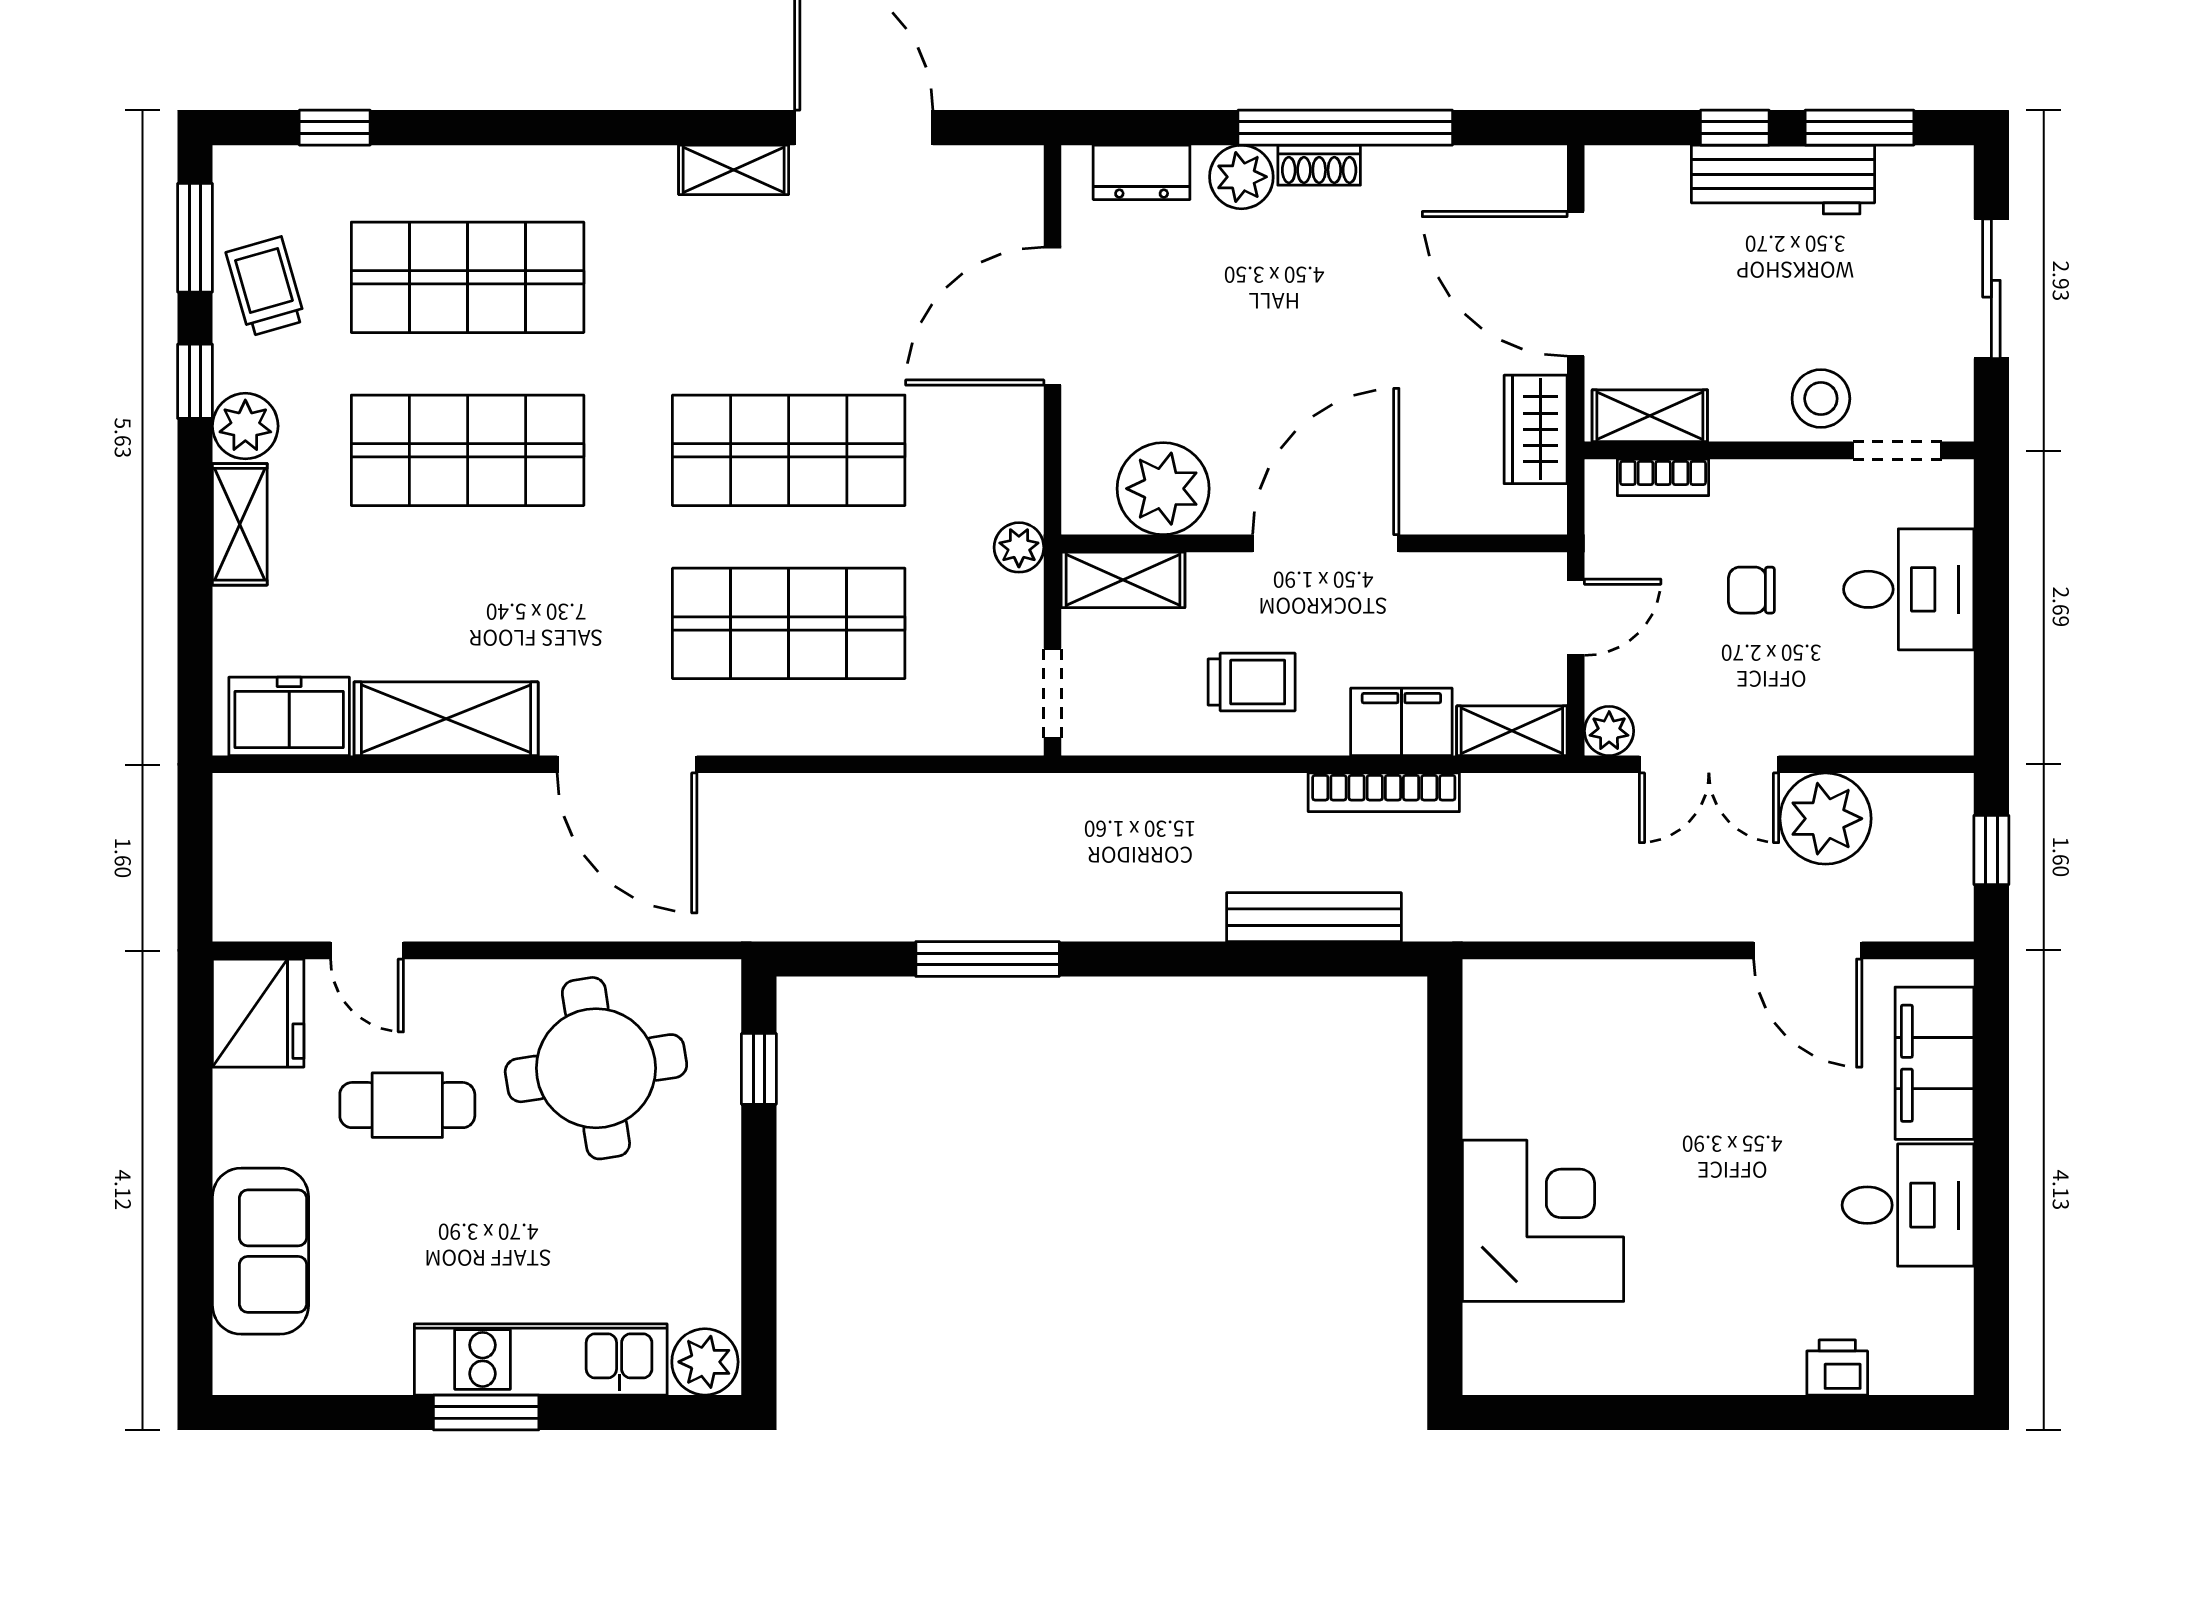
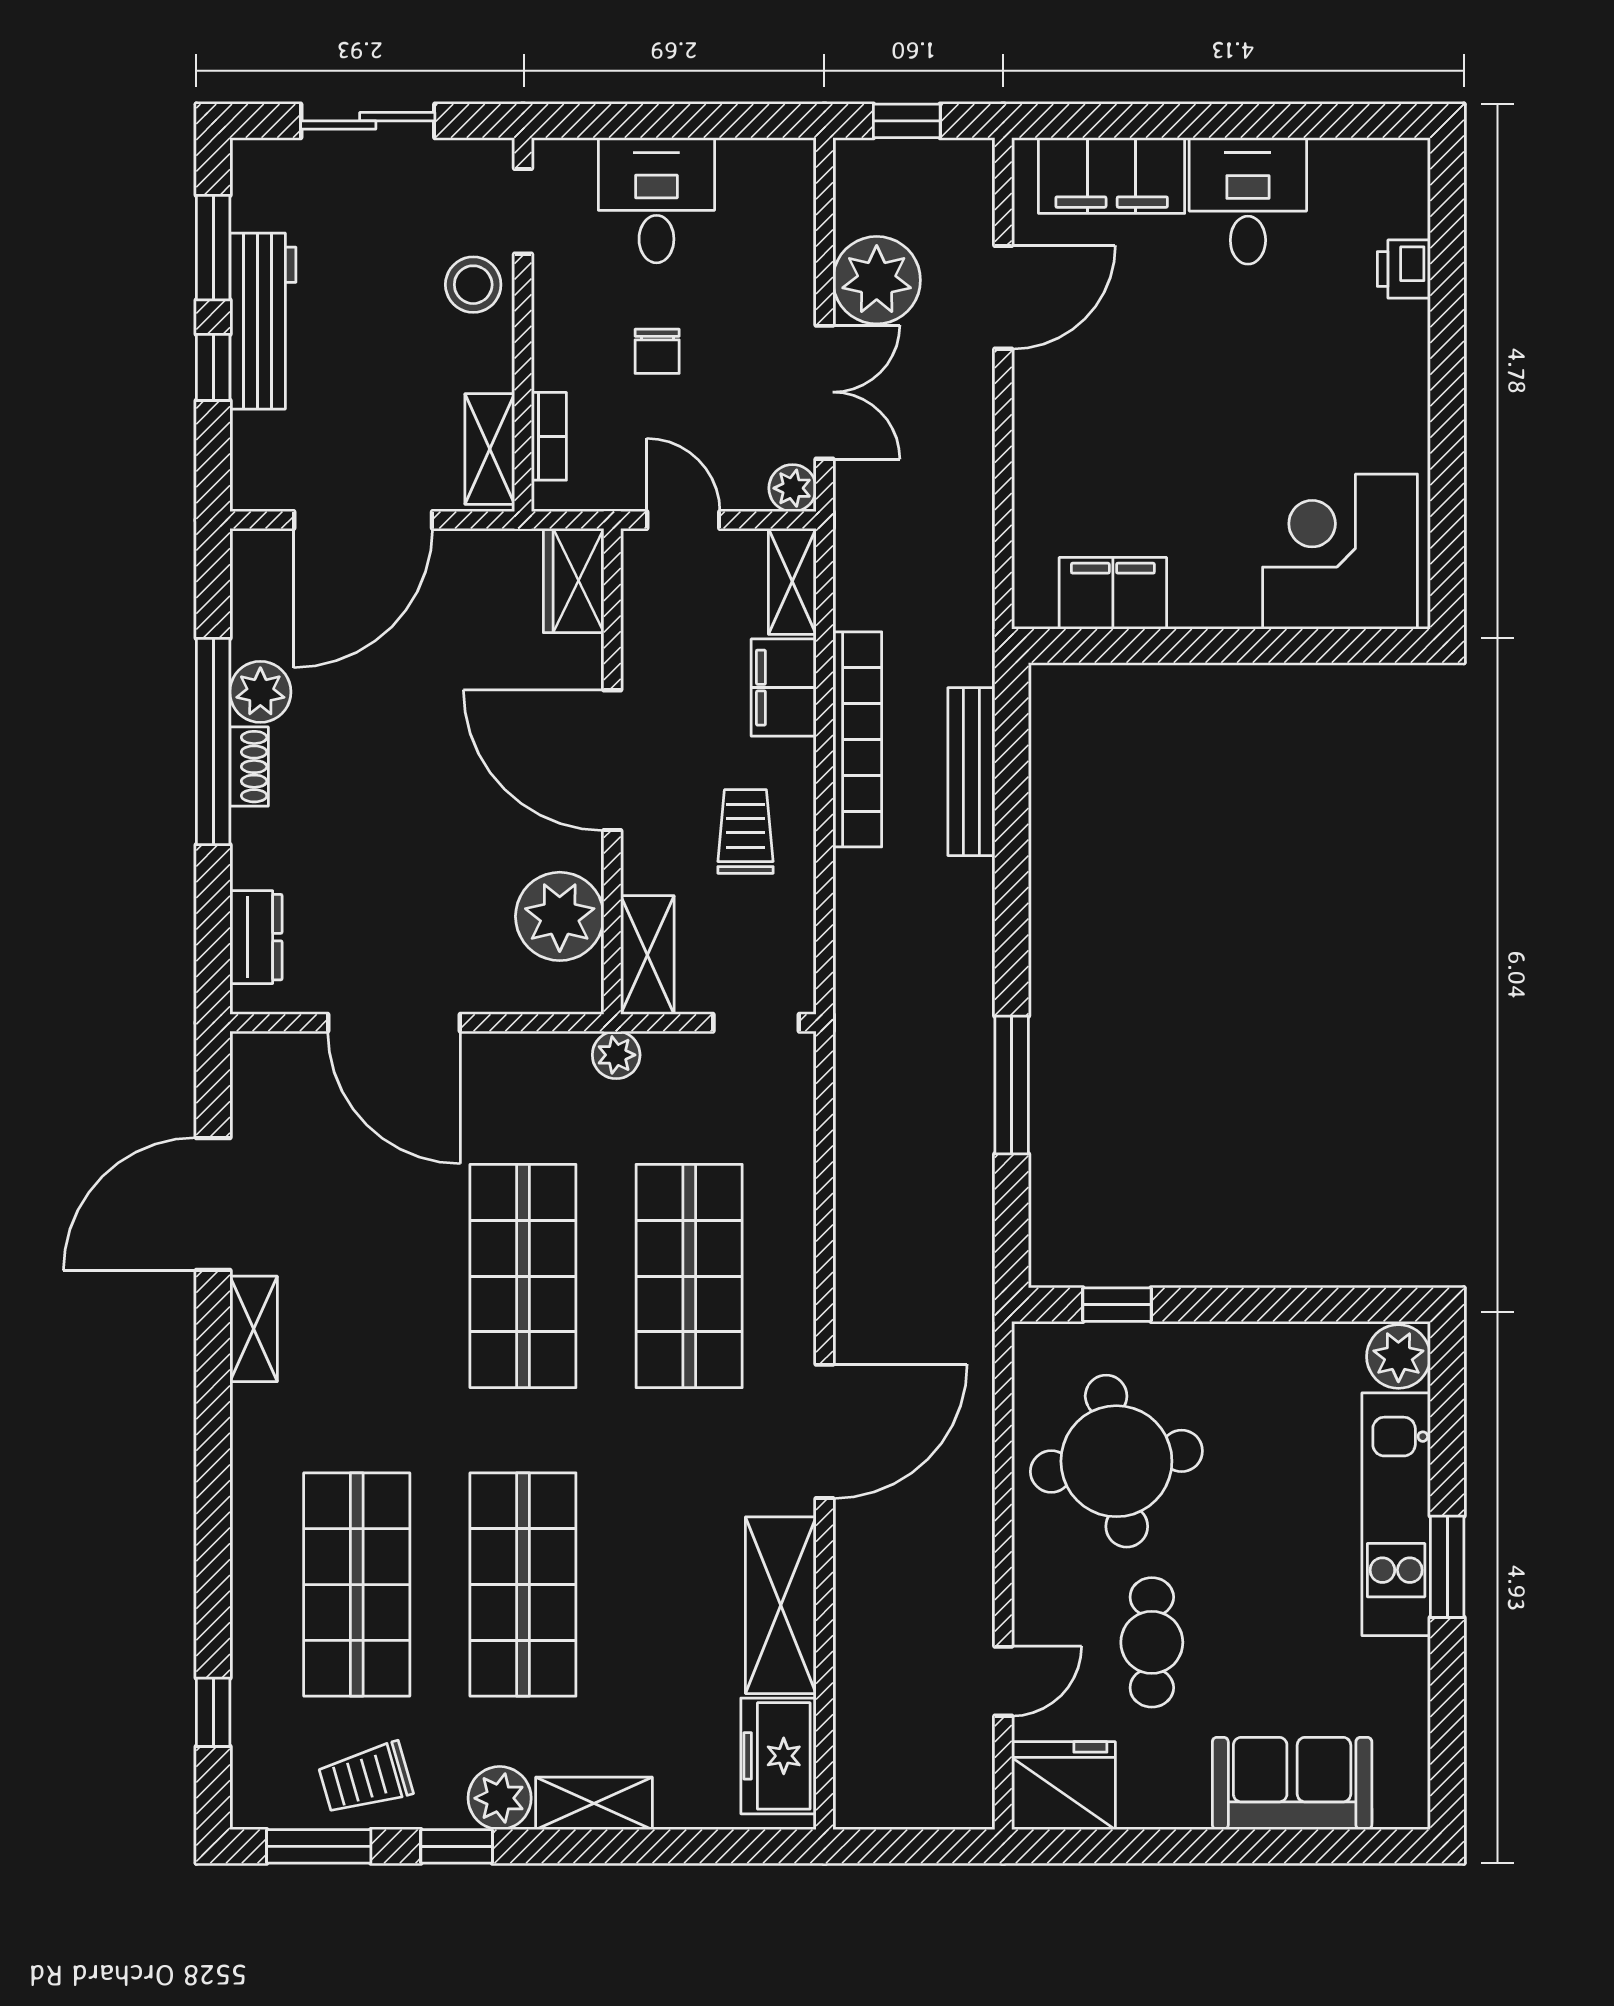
plant: (1241, 177) -> (260, 692), moved
wardrobe: (1536, 429) -> (574, 581), moved, turned 90
bookcase: (1384, 792) -> (857, 739), width x1.48, depth x1.31
filing cabinet: (1500, 1065) -> (1113, 593), added
corner desk: (1543, 1221) -> (1340, 552), moved

